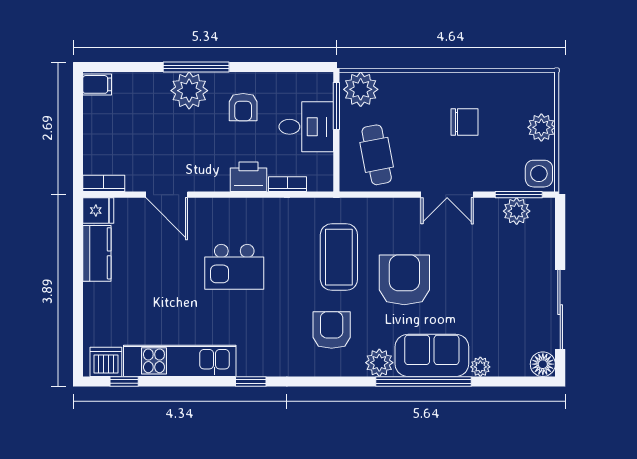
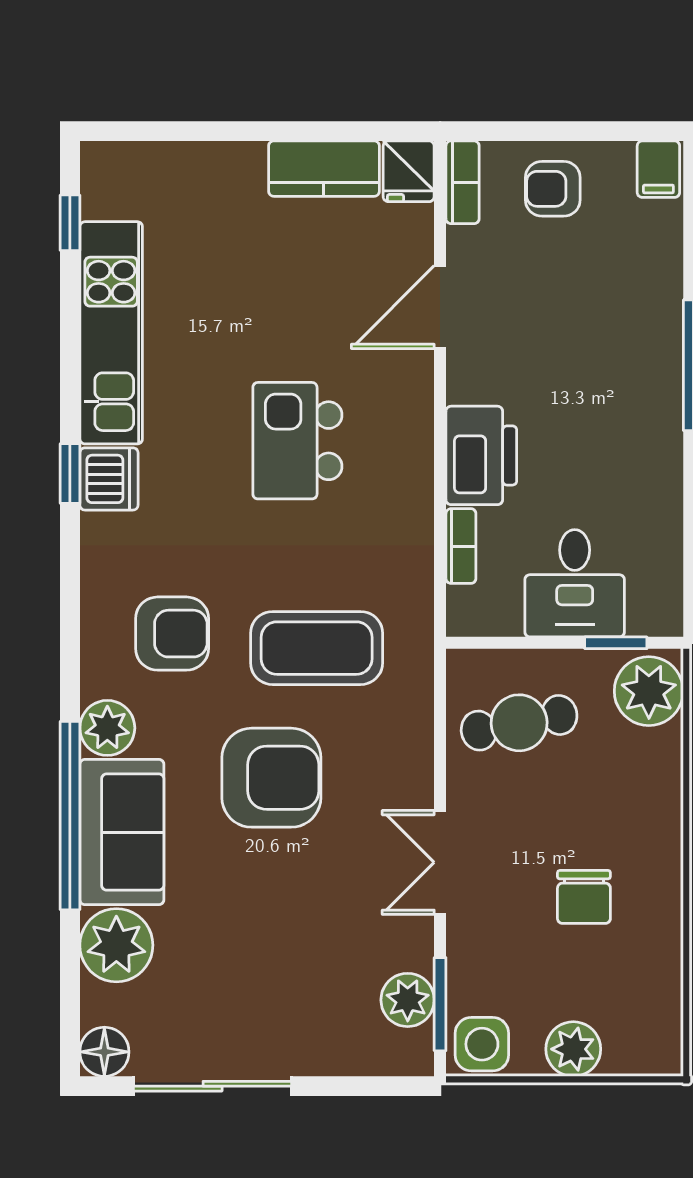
plant: (189, 91) -> (646, 351), removed
window: (336, 106) -> (616, 643), width x0.67
armchair: (243, 107) -> (553, 189), moved
printer: (248, 177) -> (481, 455), width x1.37, depth x1.19
dishwasher: (106, 362) -> (109, 479), moved
plant: (480, 367) -> (116, 945), width x1.87, depth x1.87

